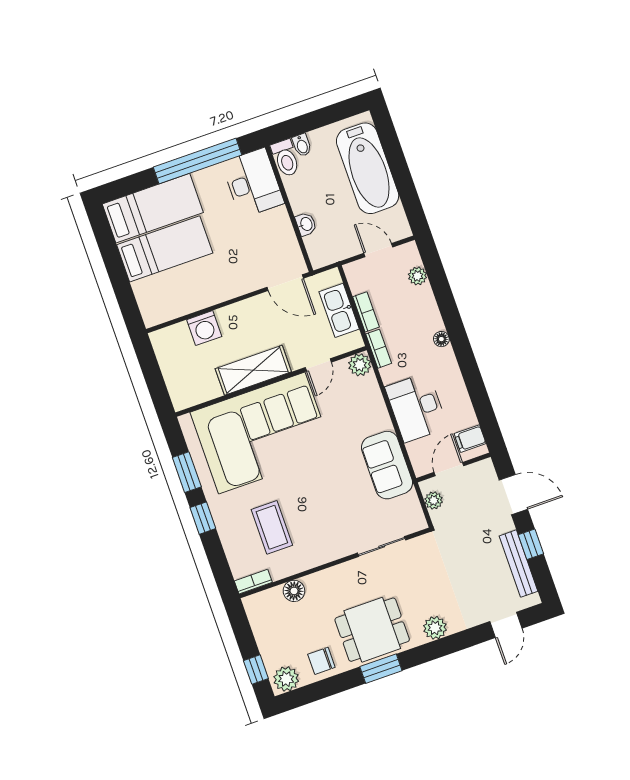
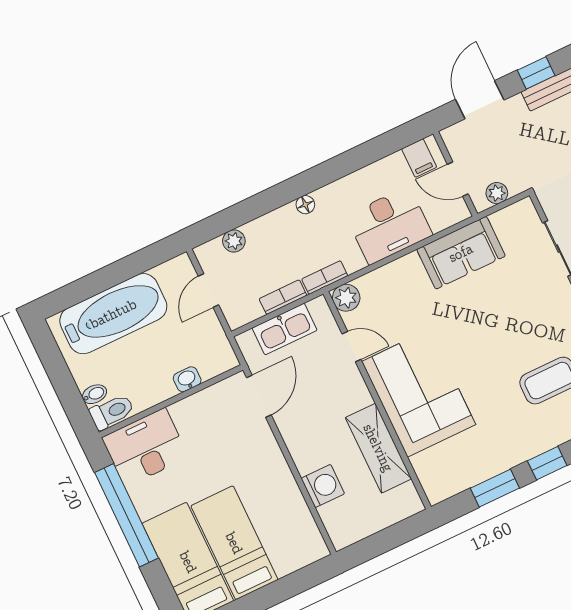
shelving: (253, 370) -> (378, 448), moved
corner sofa: (262, 433) -> (419, 393), width x0.73, depth x0.74

